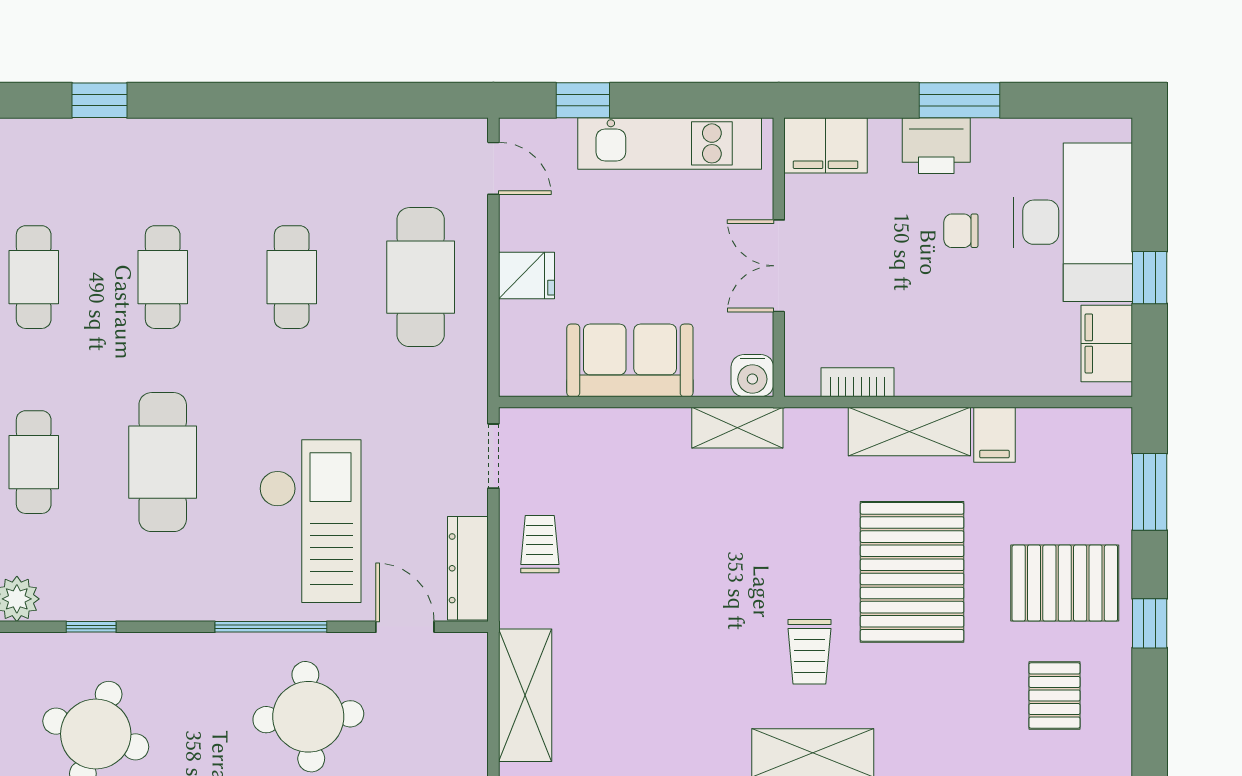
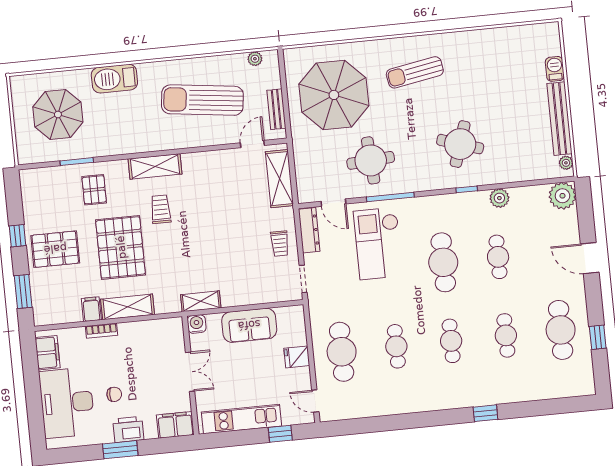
window: (1150, 278) -> (32, 382), removed
bookcase: (858, 382) -> (102, 331), moved
pallet: (1054, 695) -> (94, 190), moved

